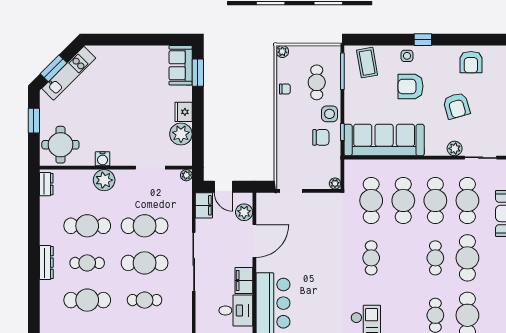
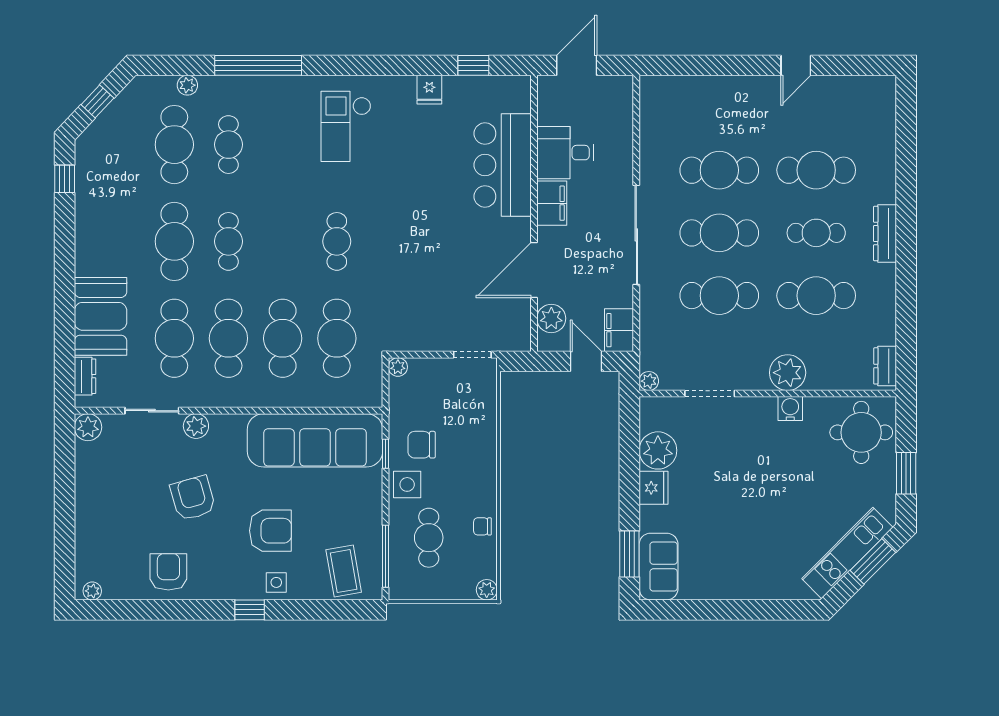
cafe table: (145, 300) -> (719, 170), width x1.37, depth x1.35

